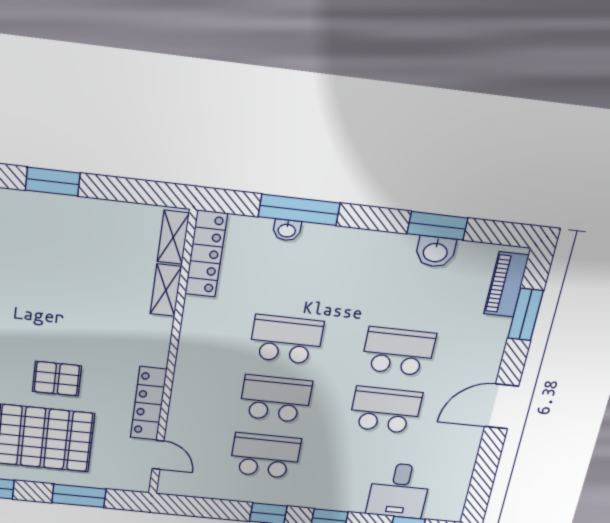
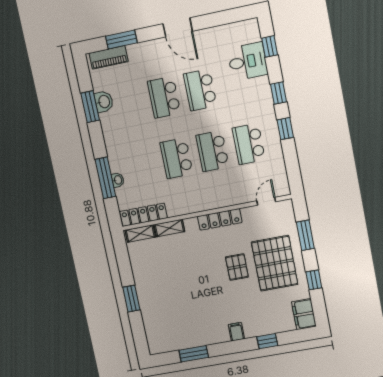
locker: (148, 403) -> (220, 219), moved

